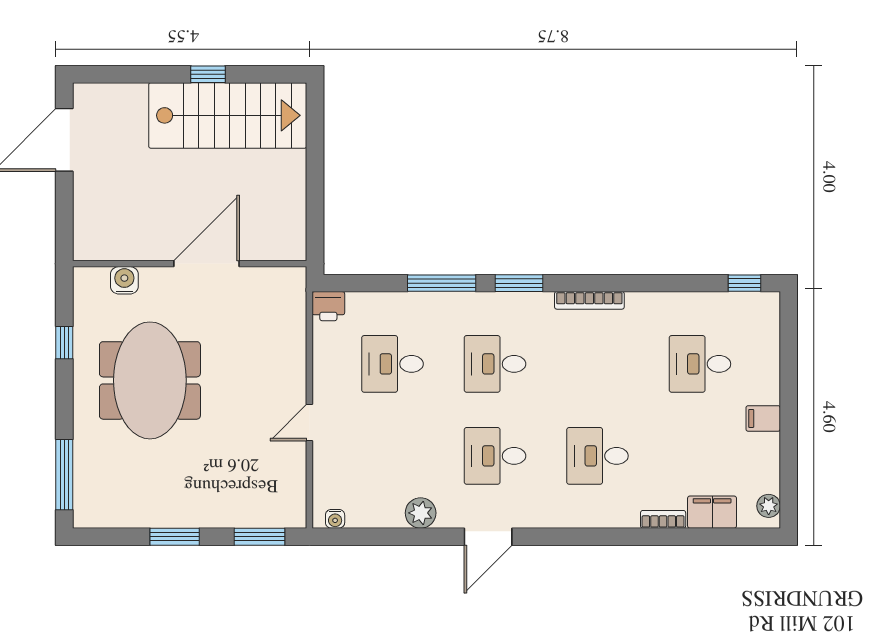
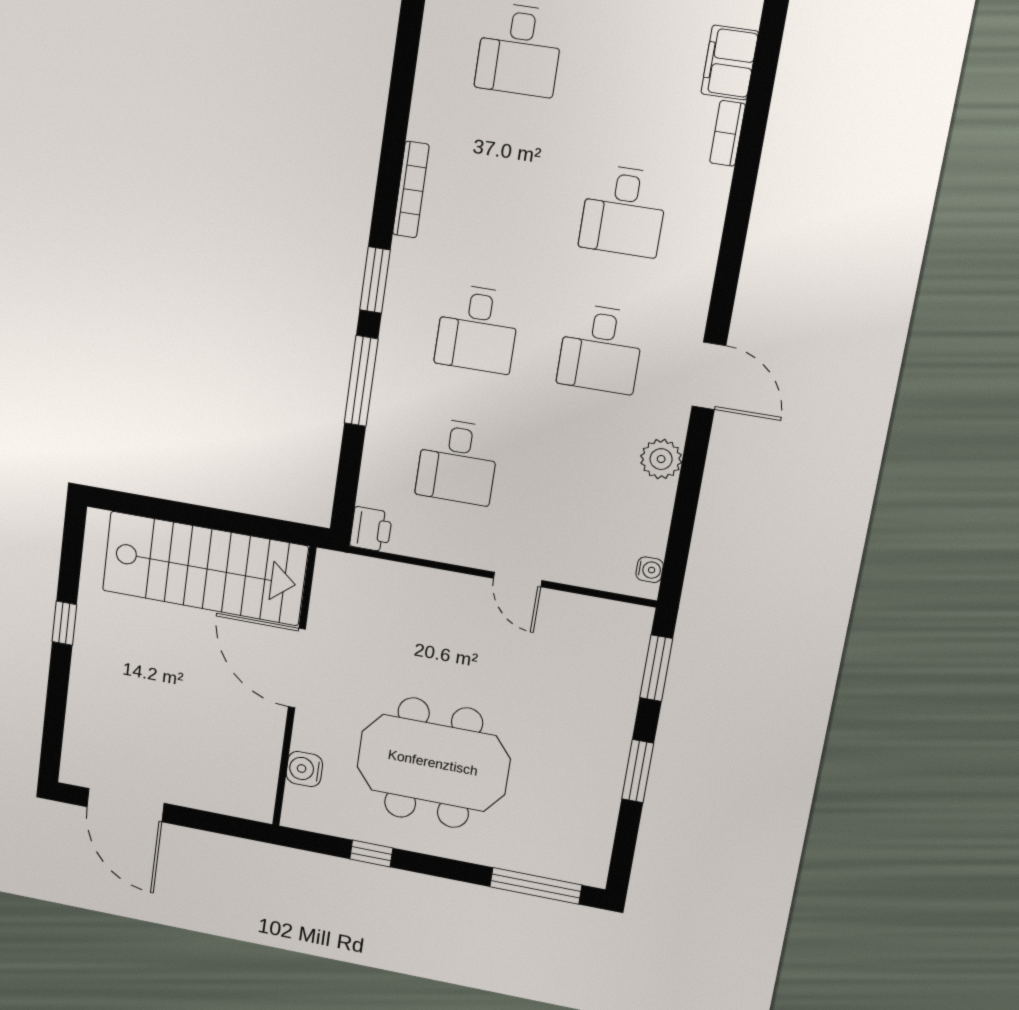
stairs: (228, 115) -> (205, 568), moved, turned 90

